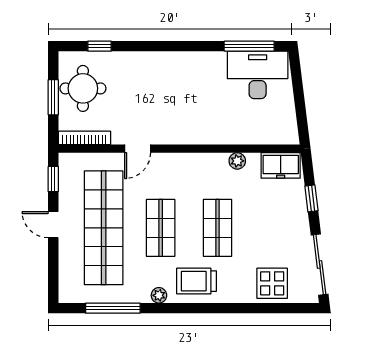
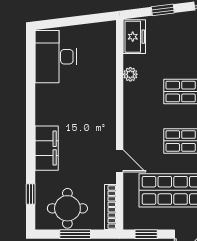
window: (249, 46) -> (31, 64), removed
filing cabinet: (152, 64) -> (47, 148), added

